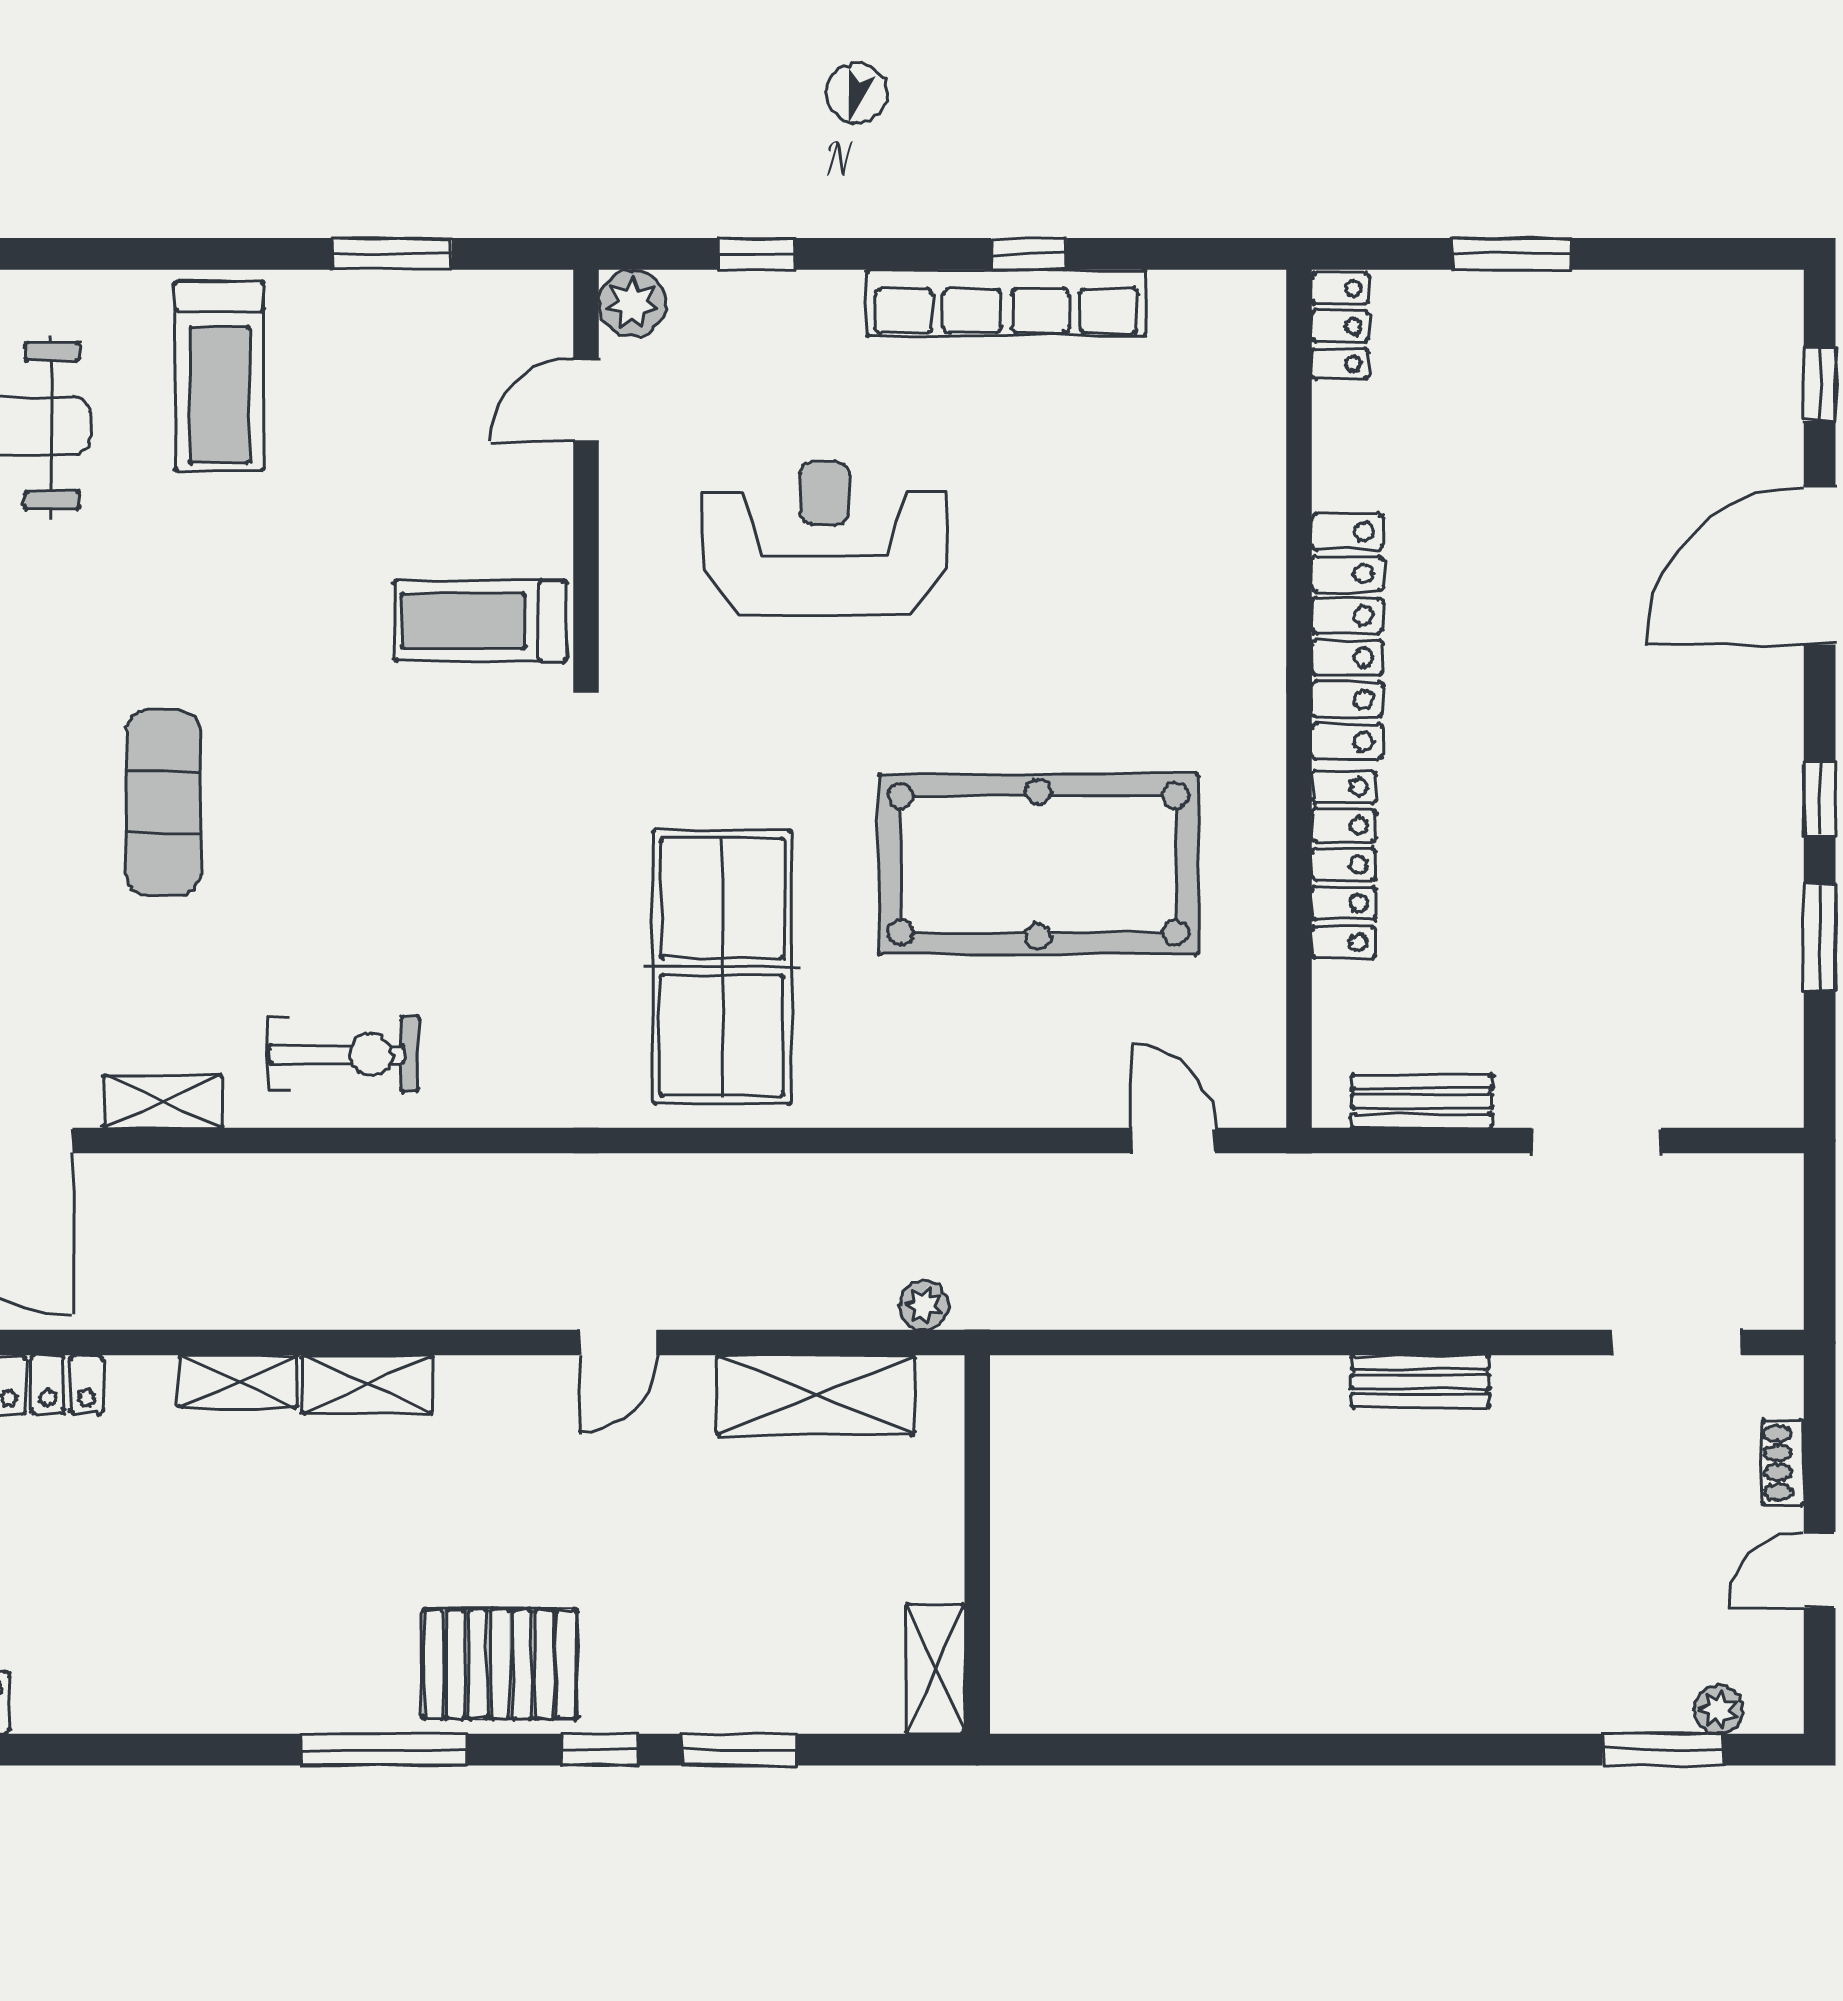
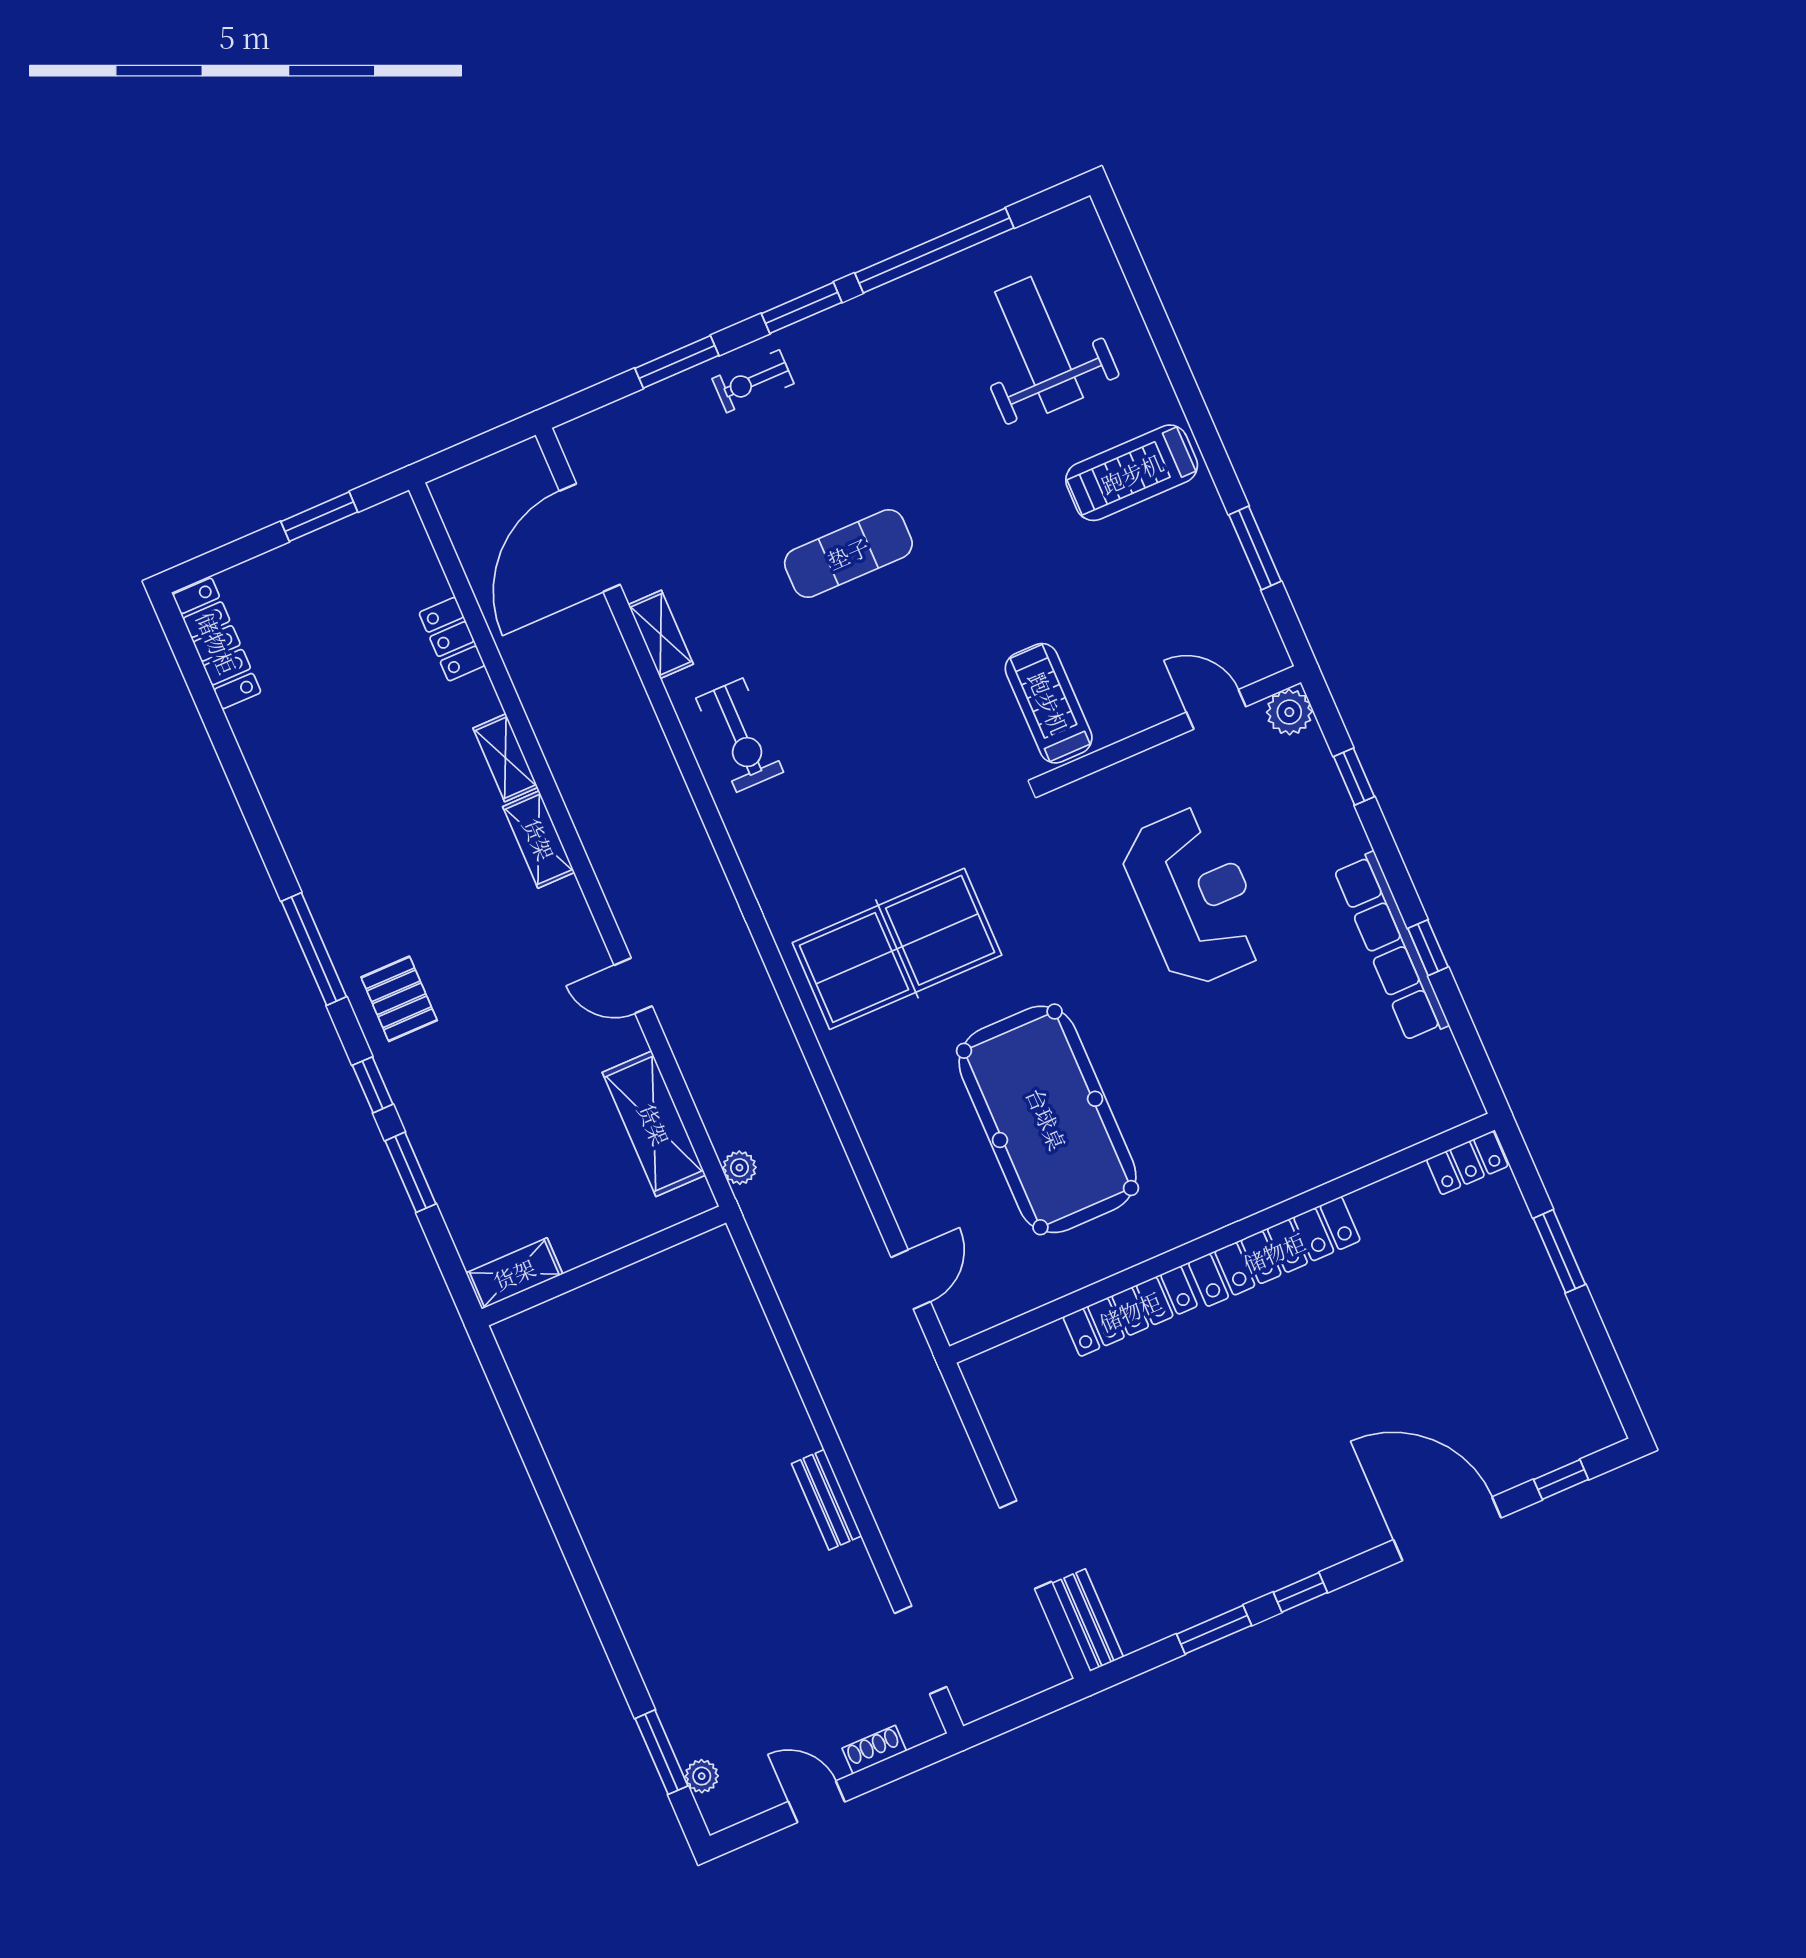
bench: (1422, 1101) -> (1088, 1620), moved
pallet: (500, 1664) -> (399, 999), width x0.67, depth x0.71

